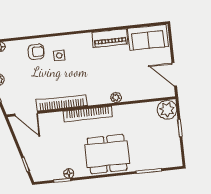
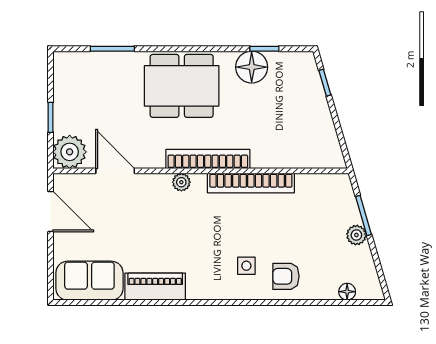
plant: (116, 98) -> (181, 182), moved
door: (26, 114) -> (115, 171), moved
floor lamp: (69, 173) -> (252, 67), width x1.89, depth x1.89

